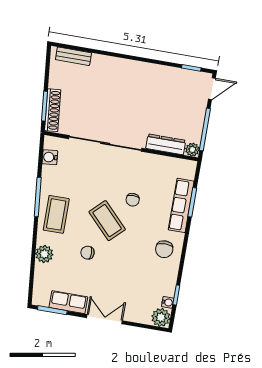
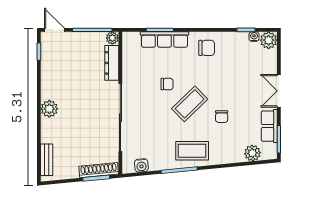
plant: (128, 68) -> (49, 109), added
plant: (44, 254) -> (252, 153), moved

